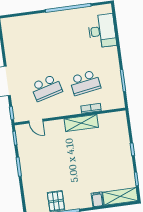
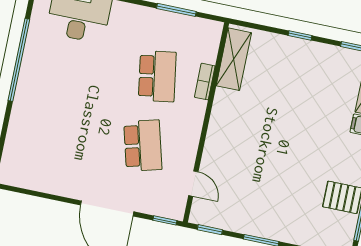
door: (36, 121) -> (193, 184), hinge flipped
shelving: (81, 123) -> (234, 59), moved

